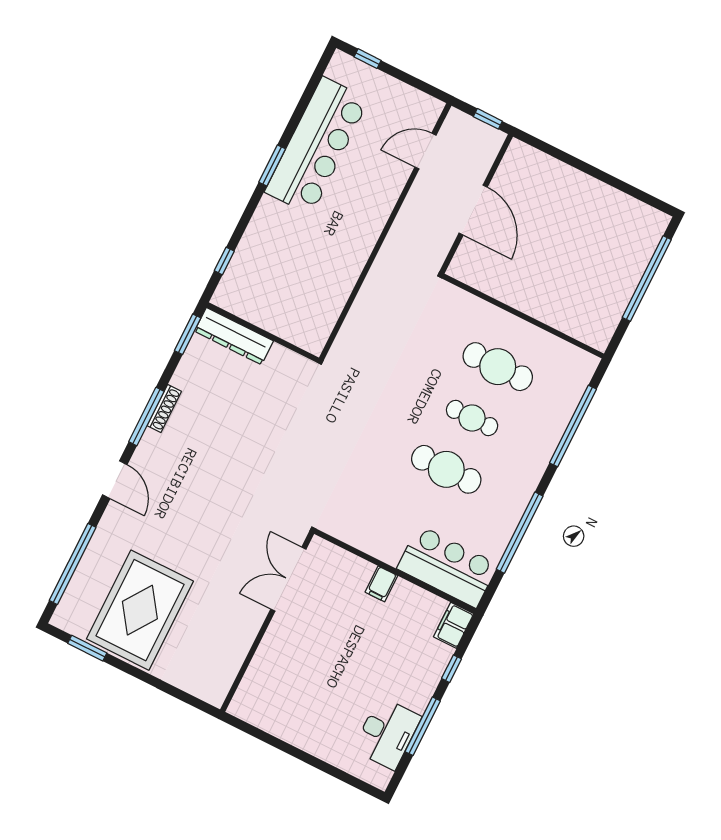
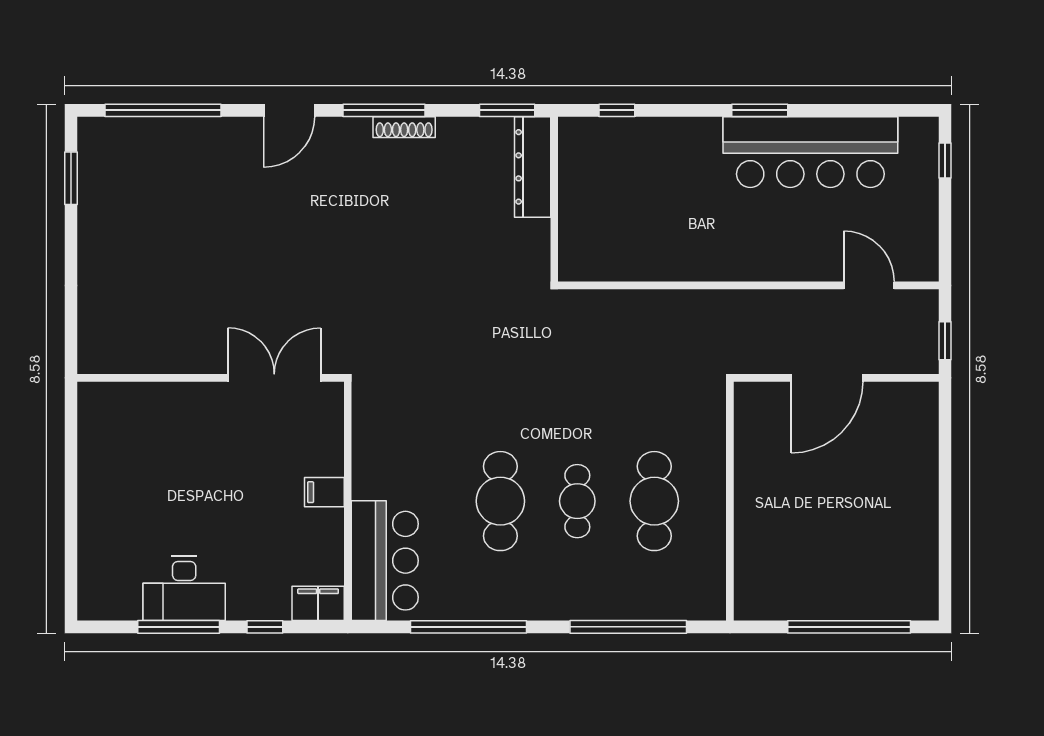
rug: (140, 610) -> (148, 219), removed
desk: (387, 733) -> (184, 588), moved

